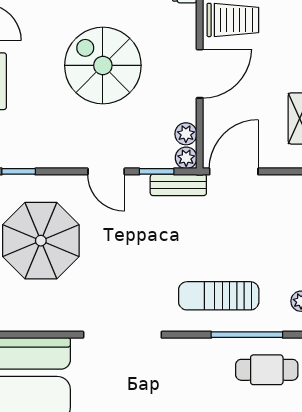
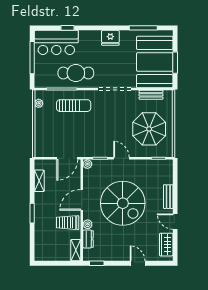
spiral stairs: (103, 65) -> (123, 203), width x1.37, depth x1.37
plant: (186, 134) -> (88, 224), moved
bench: (178, 185) -> (151, 95), moved
cafe table: (267, 370) -> (76, 73), moved, width x1.37, depth x1.35

